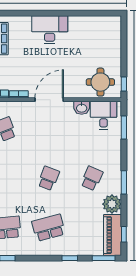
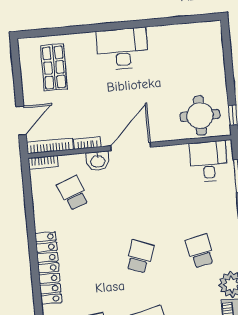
washbasin: (82, 108) -> (98, 161), moved
school desk: (92, 178) -> (200, 251), turned -36

